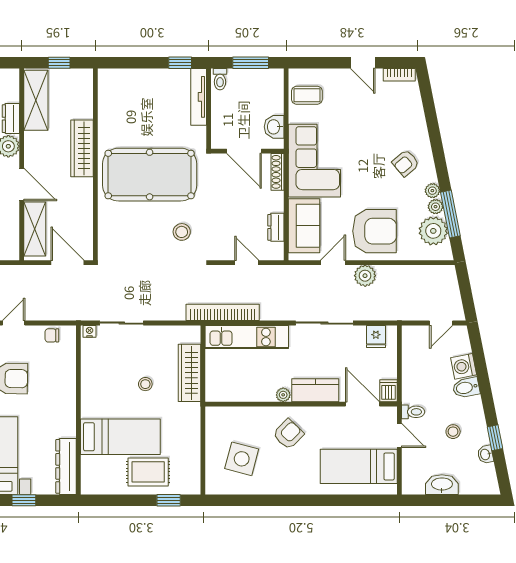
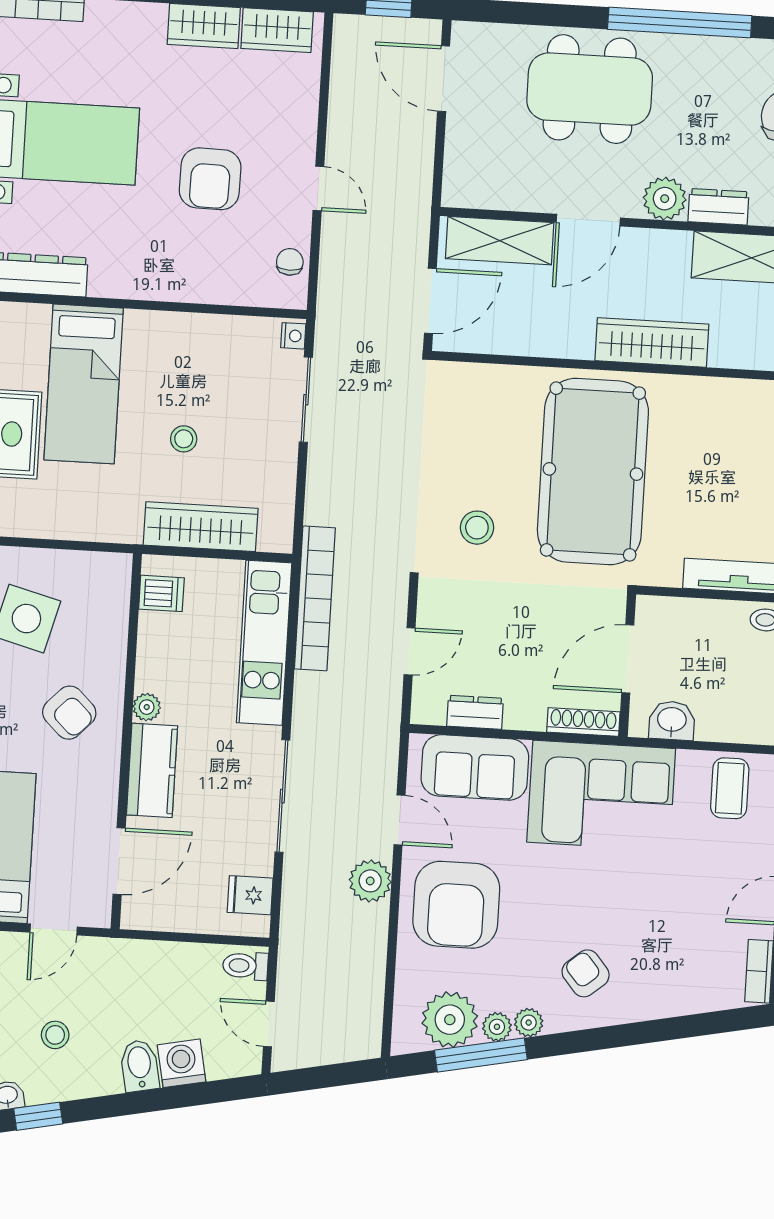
dishwasher: (388, 391) -> (161, 593), moved
toilet: (413, 412) -> (245, 966), moved, turned 90

